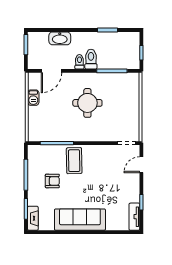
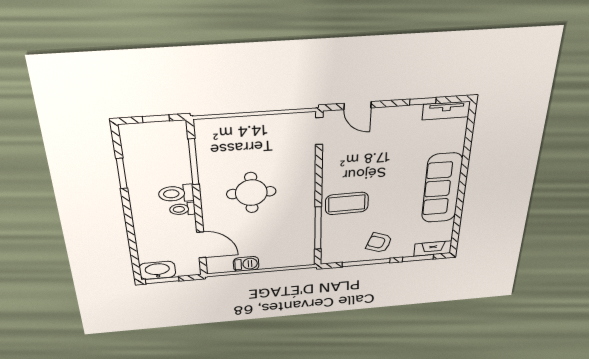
washbasin: (60, 38) -> (157, 270), moved, turned -90
armchair: (52, 181) -> (379, 243), moved, turned -69

